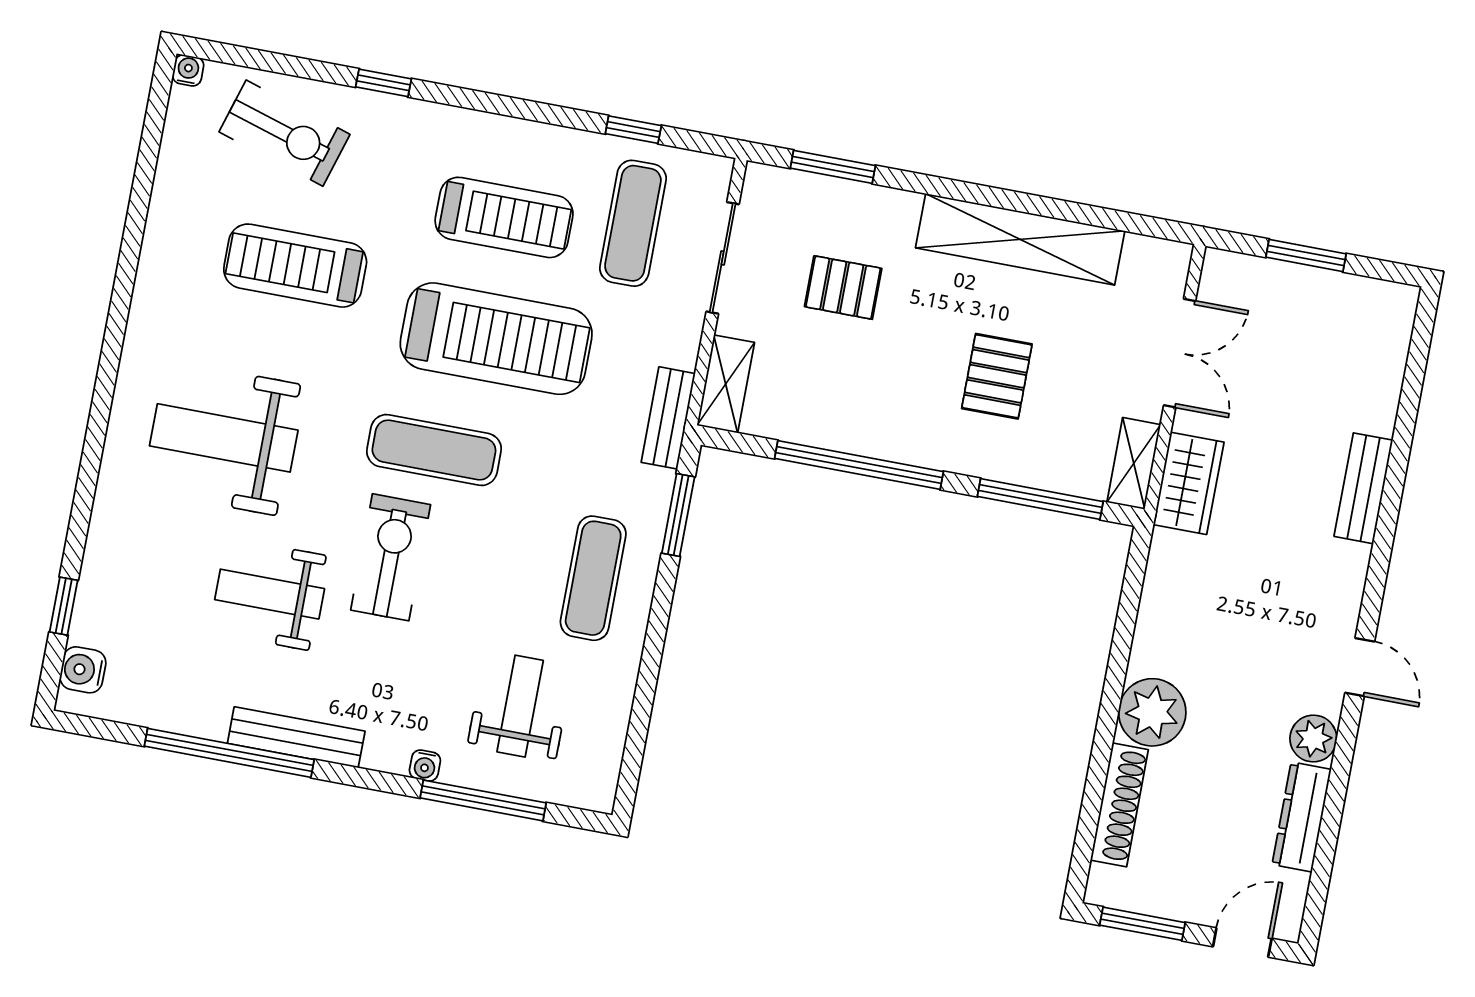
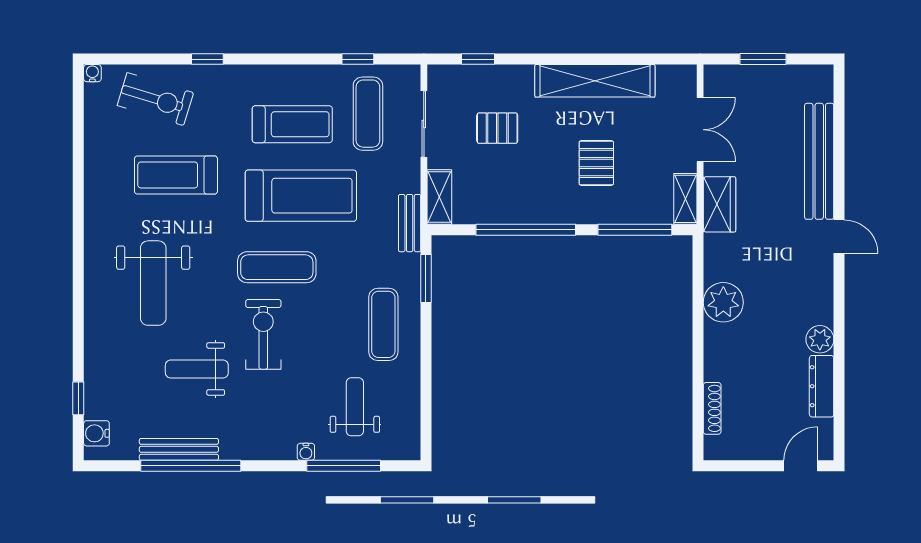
window: (833, 167) -> (478, 59), width x0.67
weight bench: (224, 438) -> (153, 283), turned -90
bench: (1363, 488) -> (819, 161), width x1.86, depth x1.21
door: (1360, 667) -> (839, 237), moved
plant: (1152, 712) -> (723, 302), moved
bench: (296, 737) -> (179, 449), moved
shoe rack: (1119, 805) -> (712, 408), width x0.74, depth x0.81
window: (1142, 924) -> (741, 466), removed

